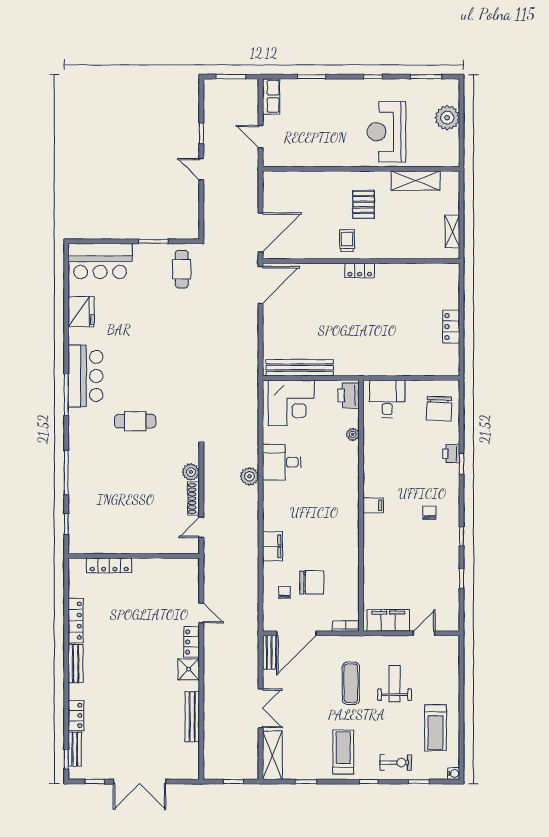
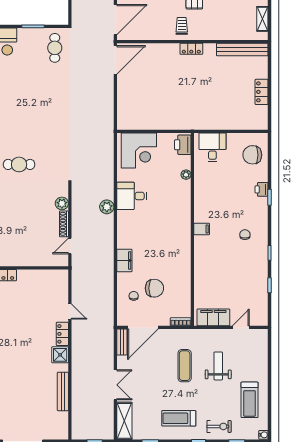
bench: (300, 368) -> (242, 50), moved
chair: (439, 409) -> (252, 155), turned 88
treadmill: (343, 752) -> (179, 418), turned -90

